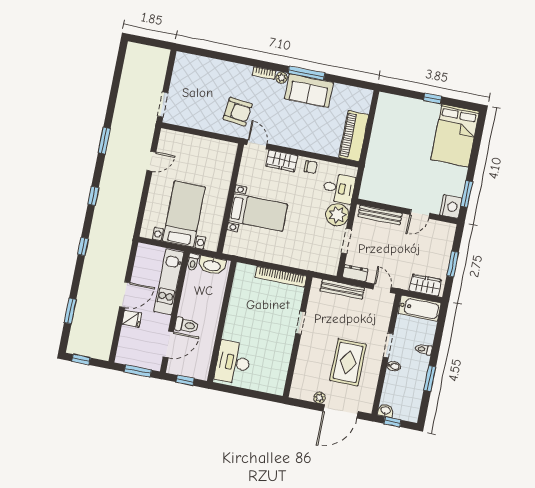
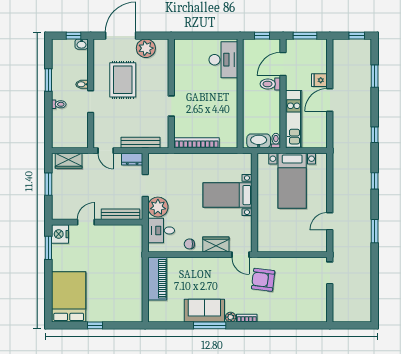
bathtub: (419, 308) -> (70, 140), removed
plant: (319, 398) -> (146, 48), width x1.87, depth x1.87

